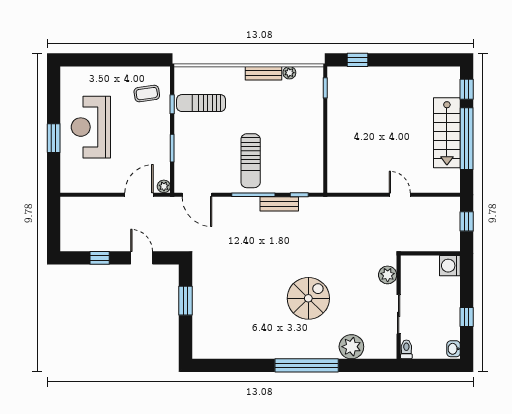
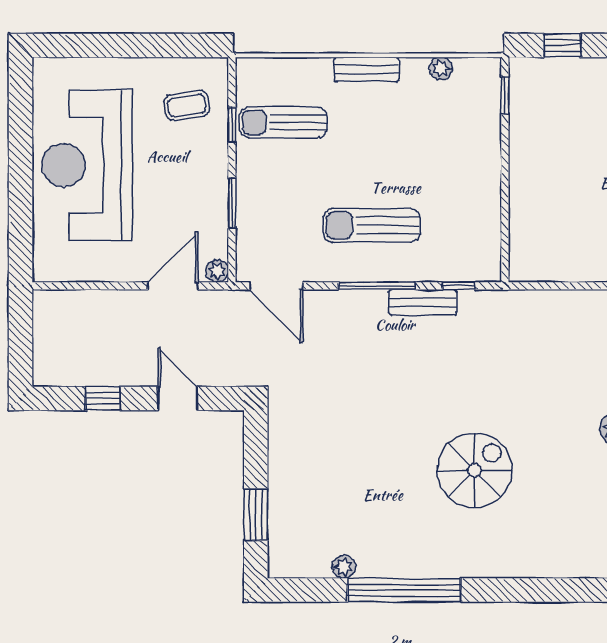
bench: (264, 73) -> (366, 69), moved
reception desk: (91, 127) -> (87, 165), width x1.36, depth x1.30
window: (54, 138) -> (21, 185), removed
sun lounger: (251, 161) -> (372, 225), turned 90
window: (186, 301) -> (256, 515), moved
plant: (351, 347) -> (344, 567), moved, width x0.53, depth x0.53
window: (307, 365) -> (404, 590), moved

